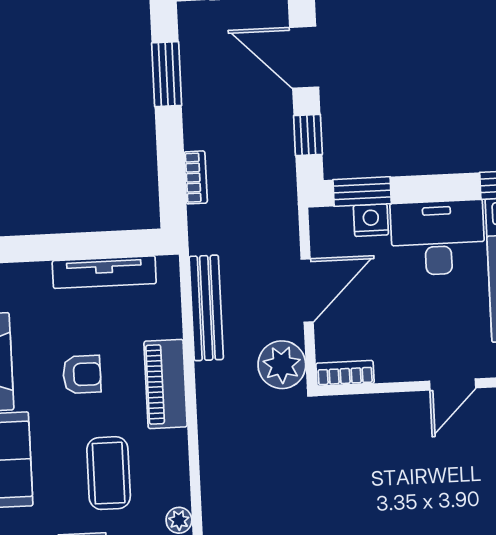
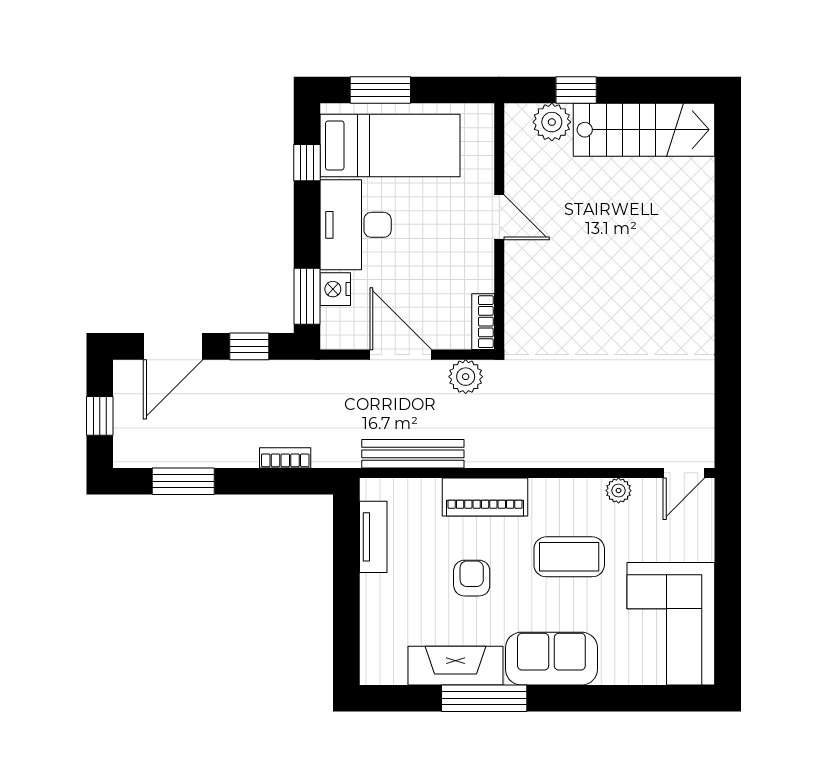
tv unit: (104, 272) -> (373, 537), width x0.71
plant: (282, 365) -> (466, 377), width x0.73, depth x0.73

